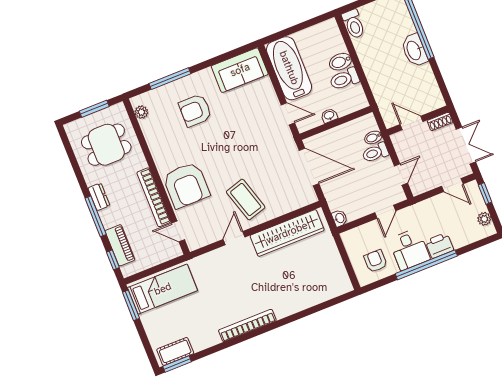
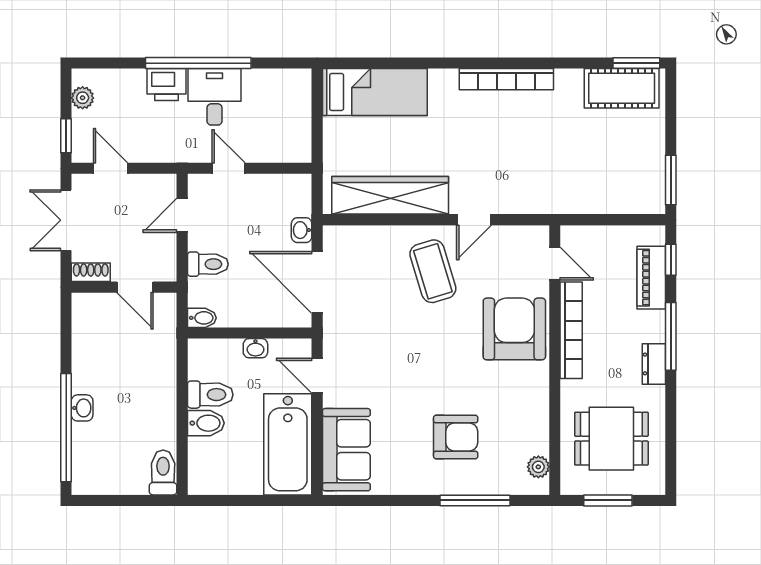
washbasin: (414, 50) -> (82, 408), width x0.52, depth x0.69
sofa: (240, 70) -> (346, 450), moved, turned 90
bidet: (373, 137) -> (202, 318), moved
door: (385, 212) -> (229, 168), hinge flipped
washbasin: (340, 218) -> (302, 230), moved
armchair: (375, 261) -> (273, 99), removed
bed: (163, 289) -> (375, 92), moved, turned 180
cot: (175, 351) -> (622, 88), width x1.37, depth x1.34

